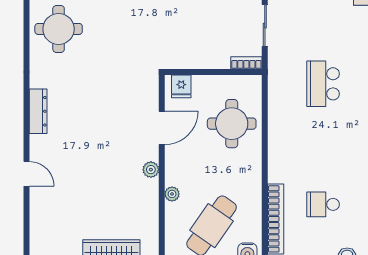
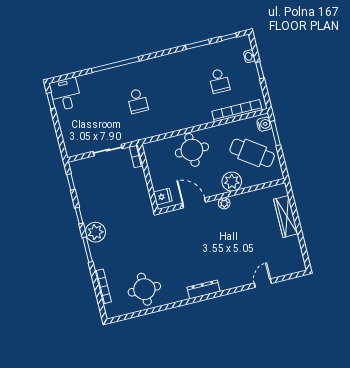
school desk: (323, 84) -> (137, 101), width x0.54
round table: (232, 124) -> (192, 150), moved
door: (26, 174) -> (263, 283), moved
plant: (172, 194) -> (232, 182), width x1.87, depth x1.87

